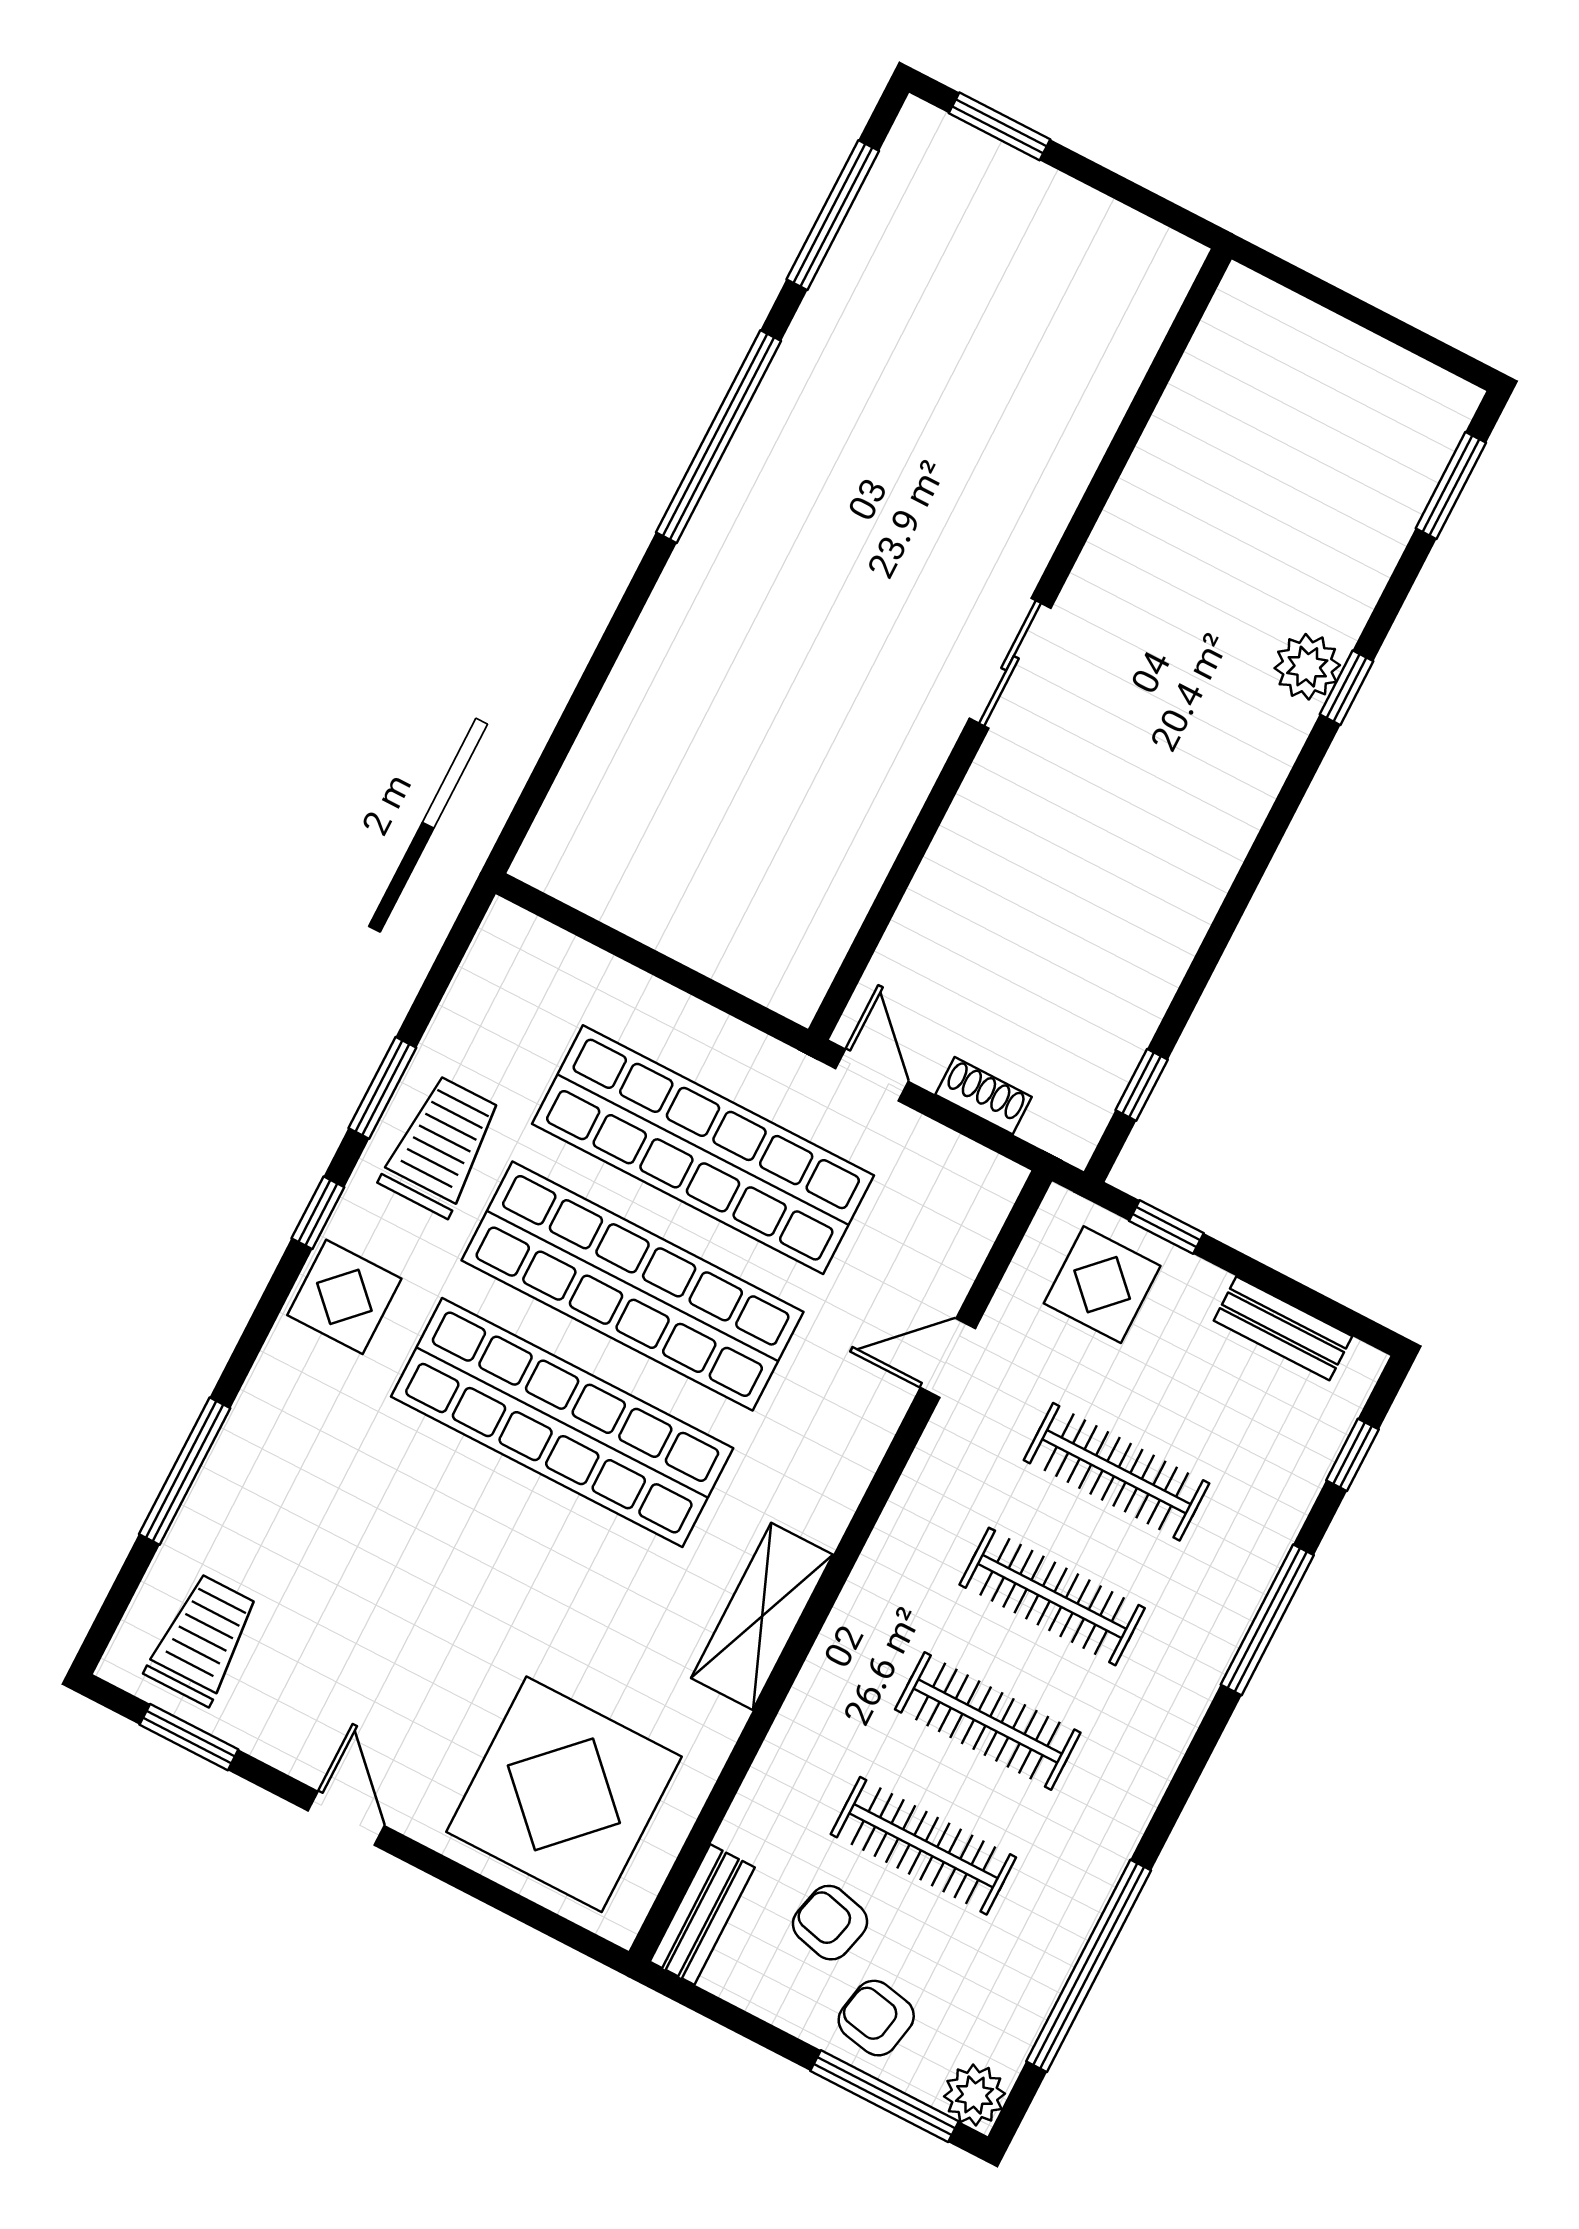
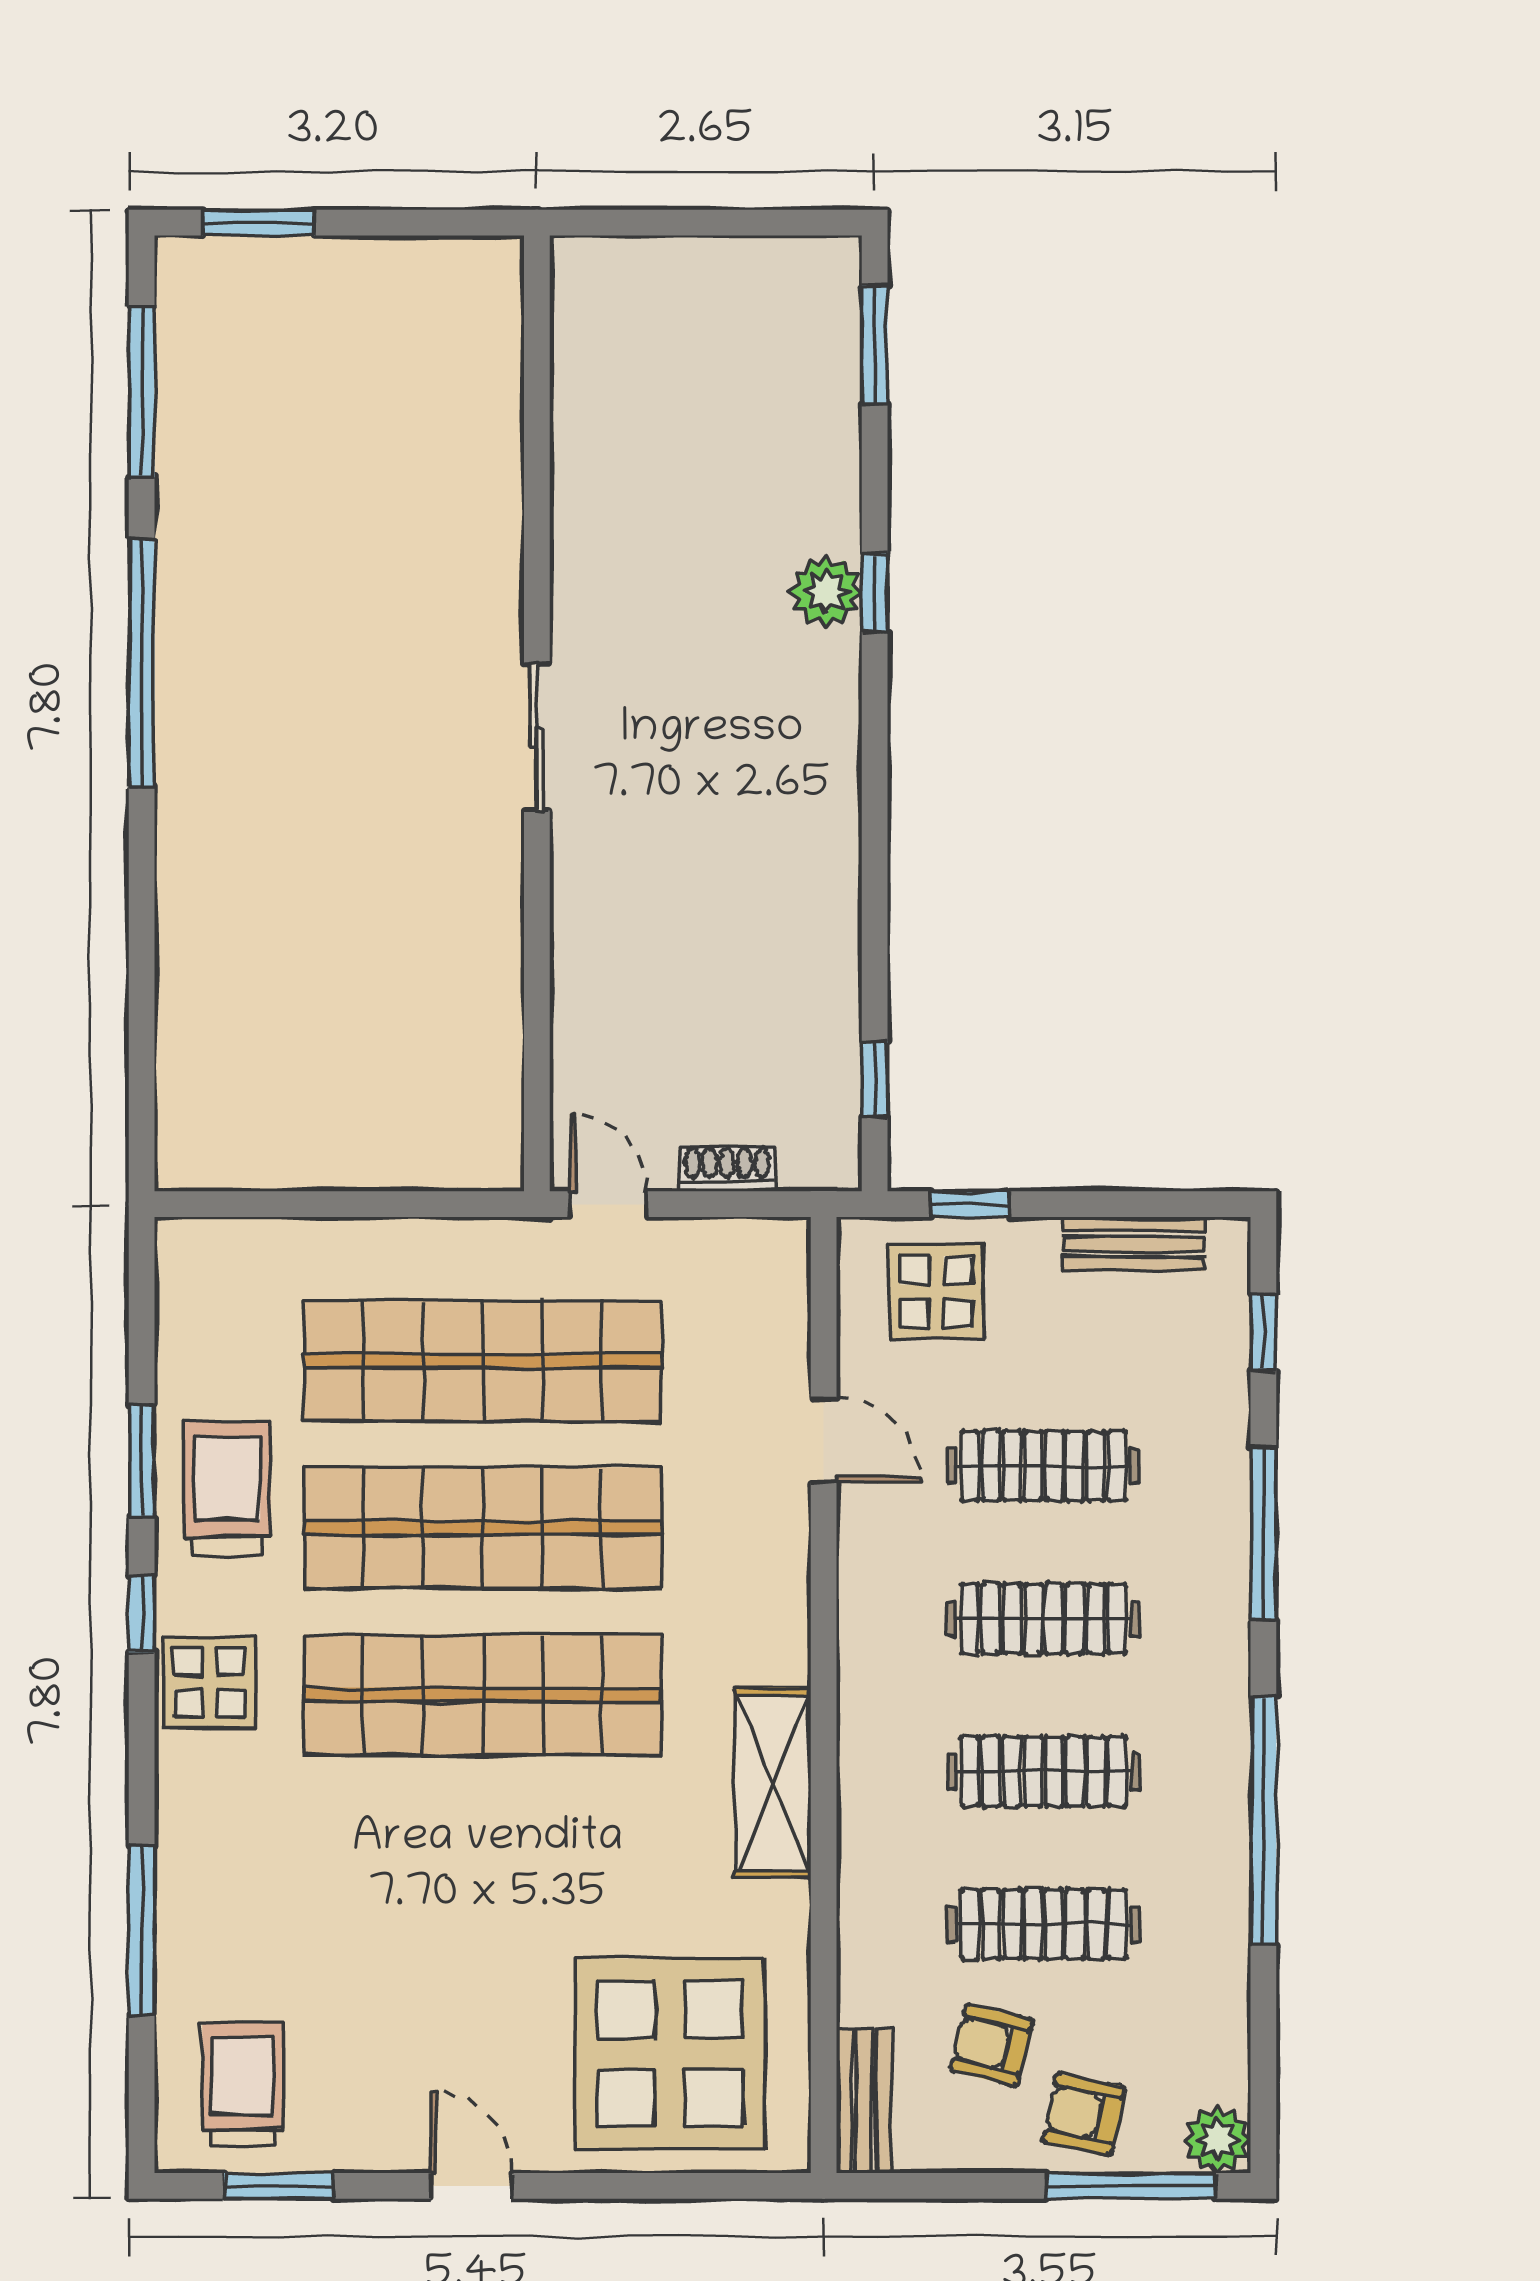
door: (948, 1358) -> (824, 1440), swing flipped
window: (1089, 1966) -> (1263, 1821), moved

